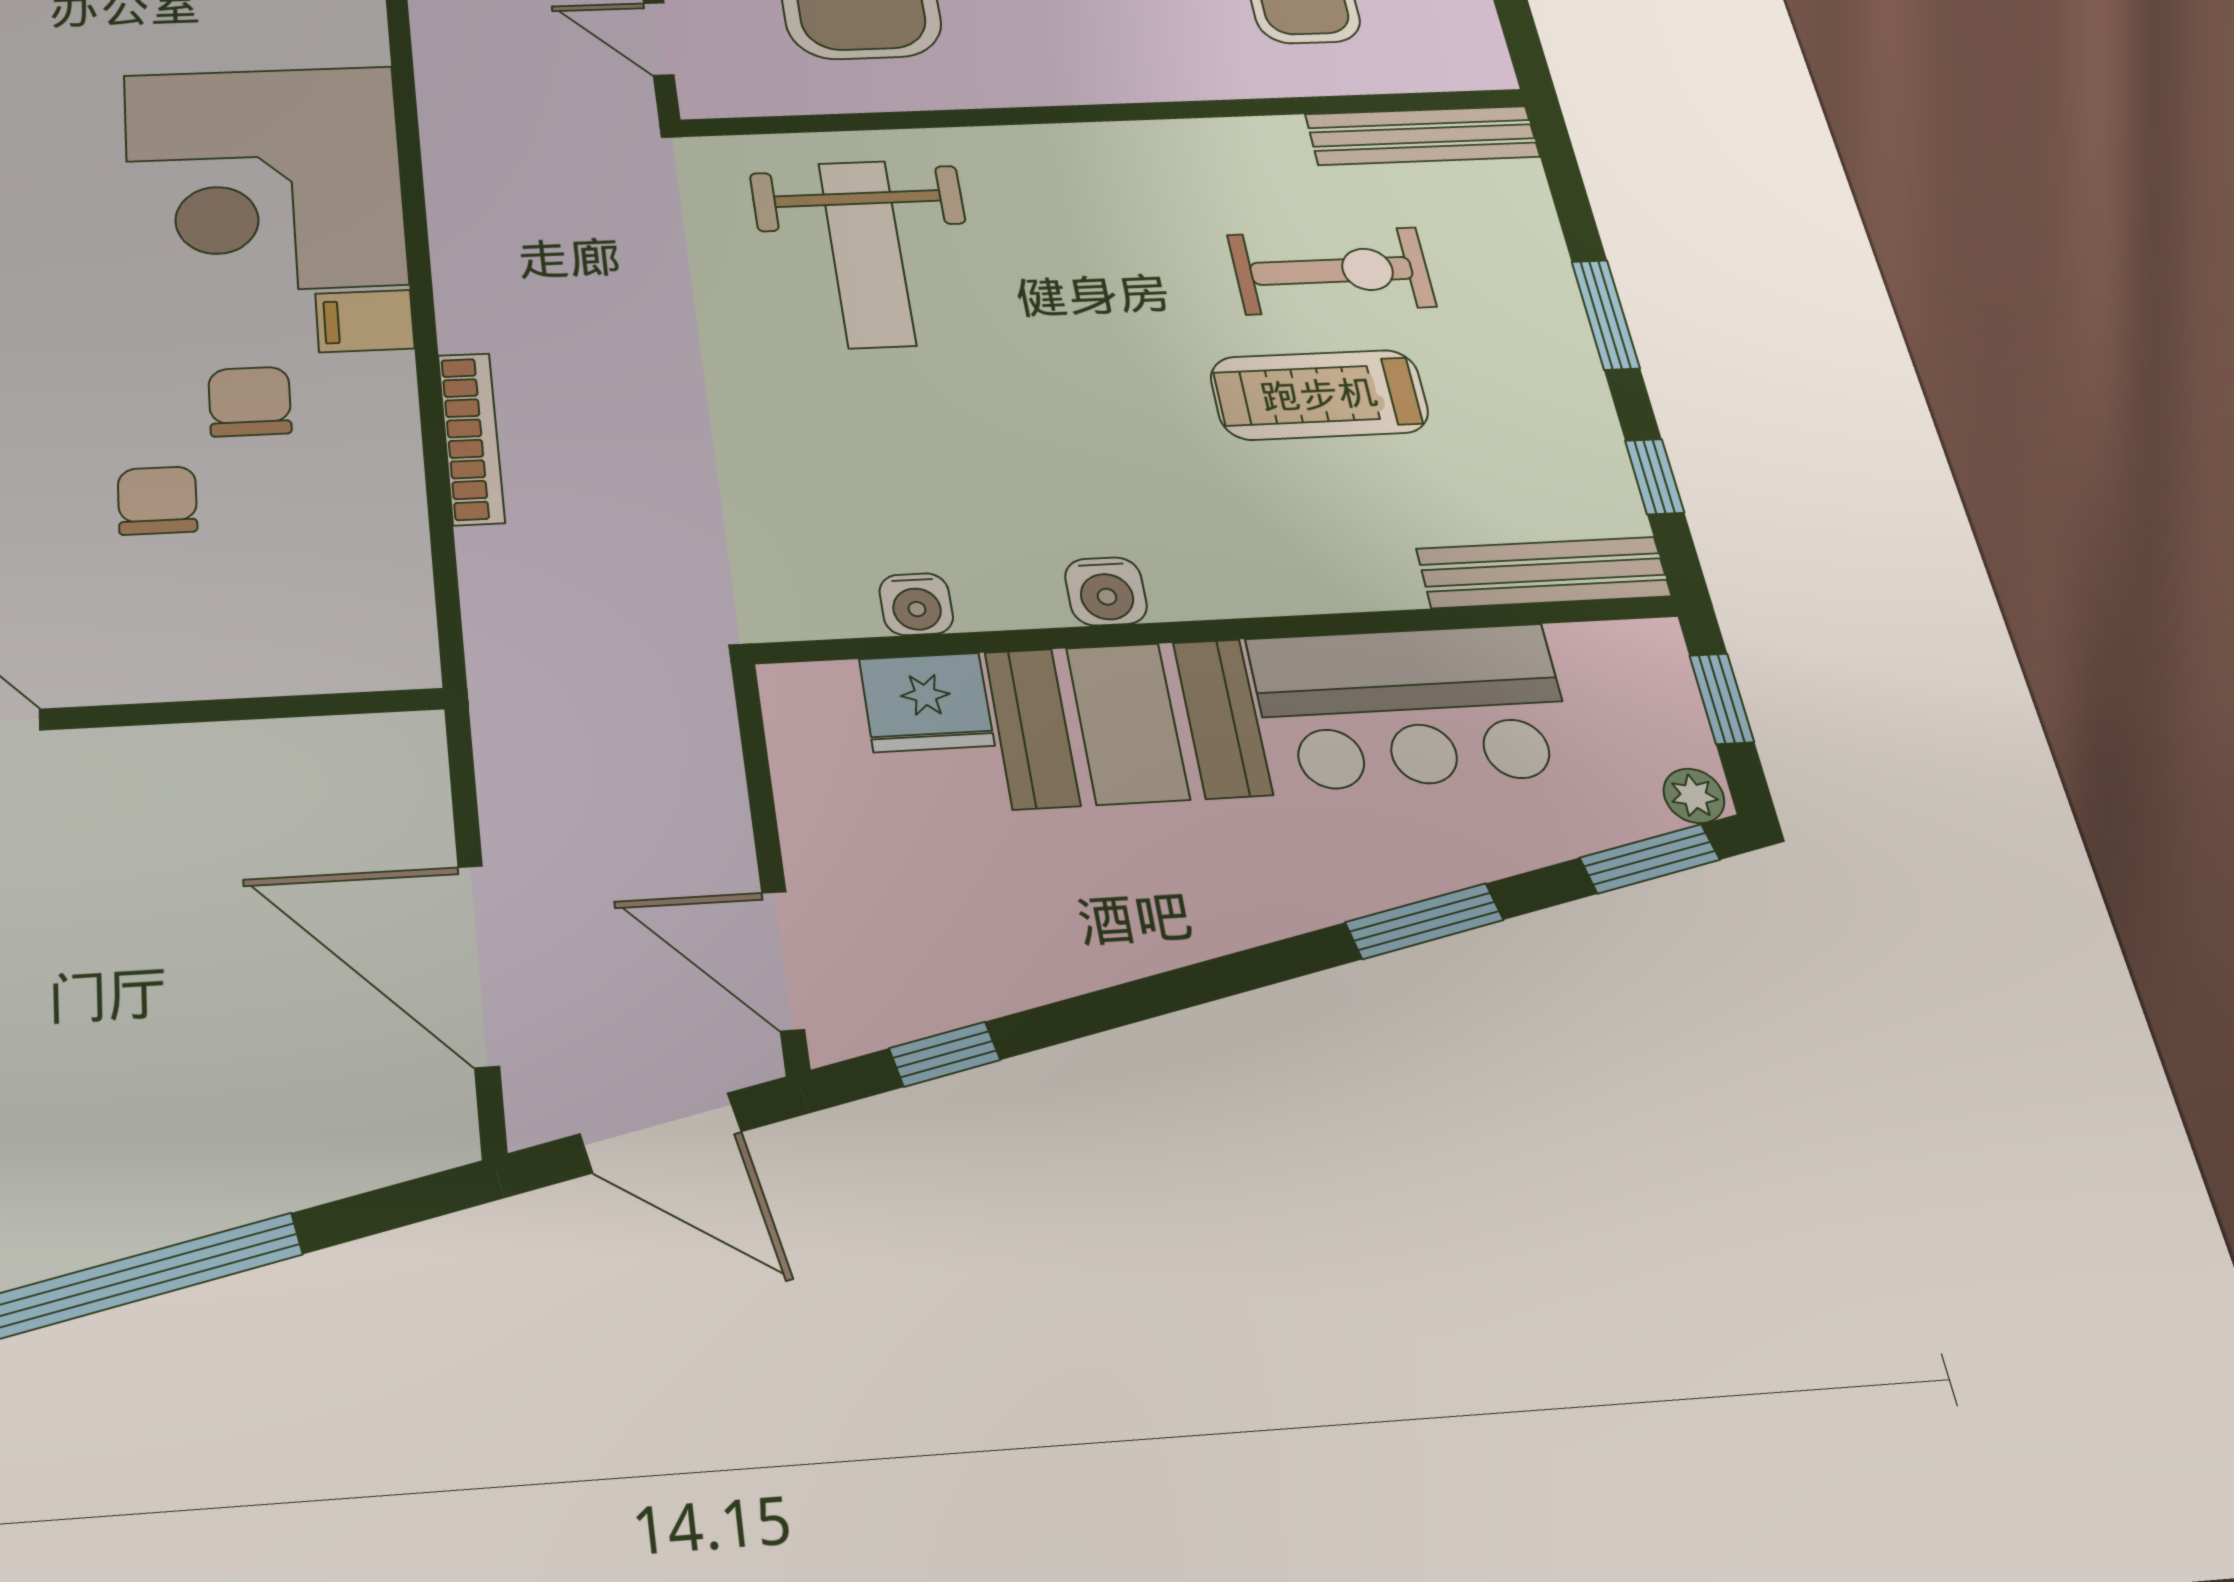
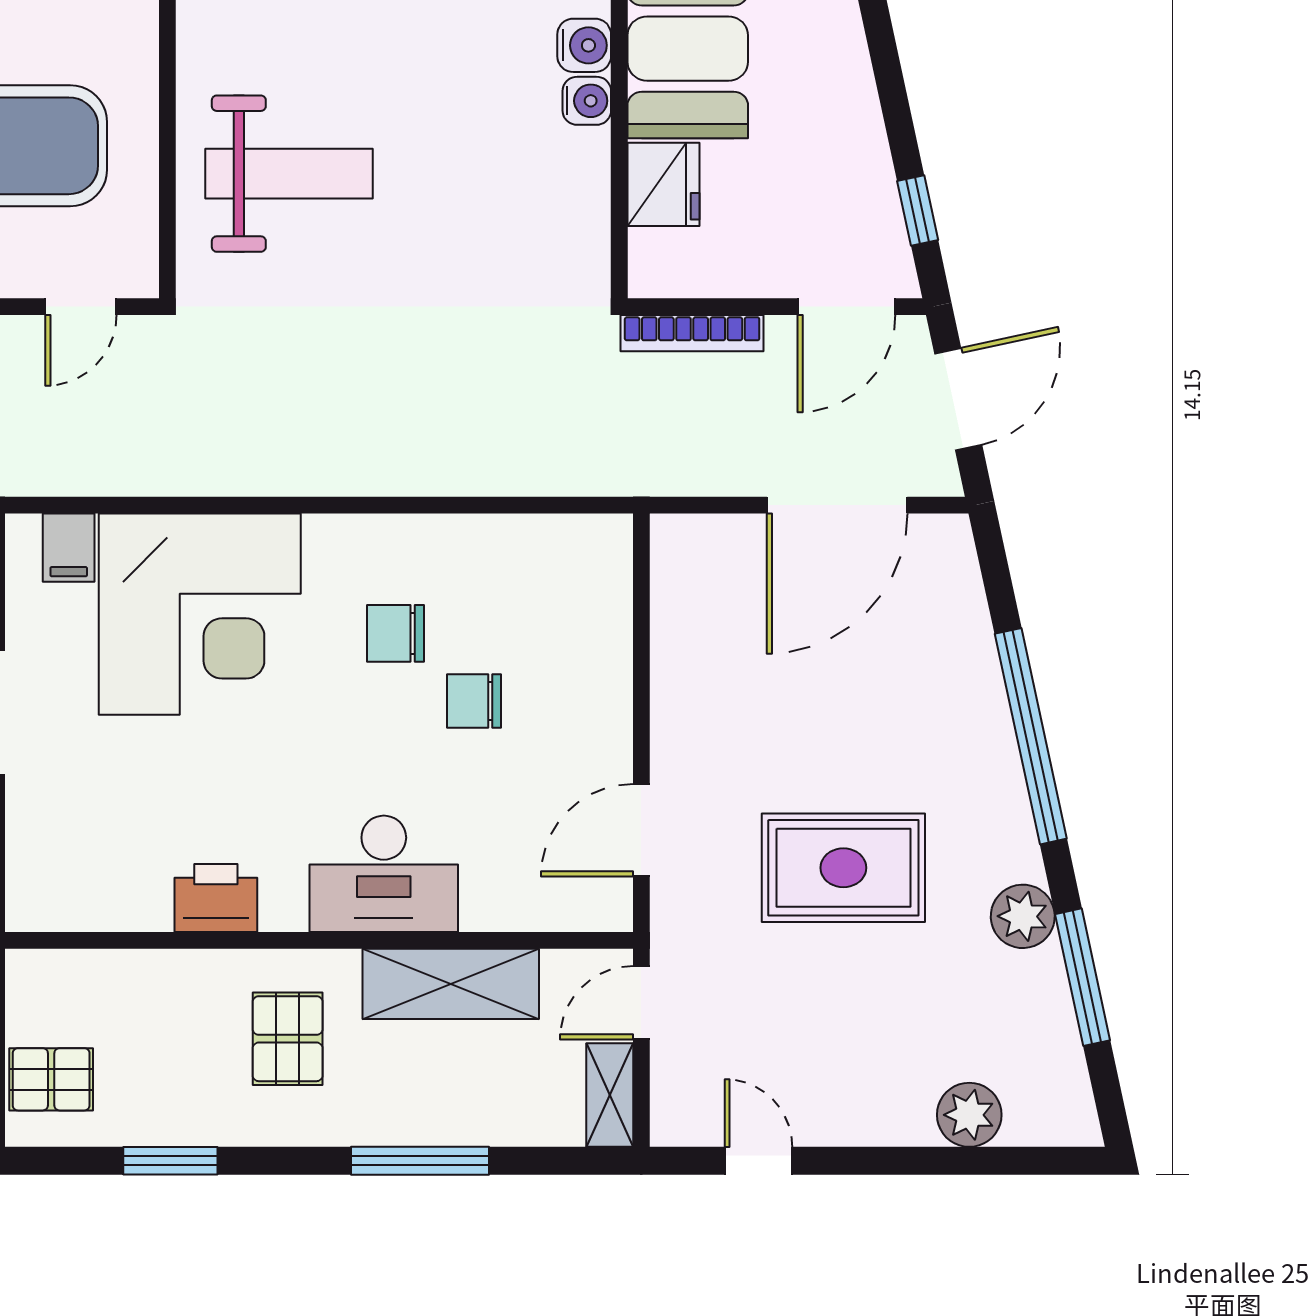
filing cabinet: (365, 321) -> (69, 548), moved
bookcase: (471, 438) -> (692, 333), moved, turned 180
water cooler: (916, 604) -> (587, 101), moved

